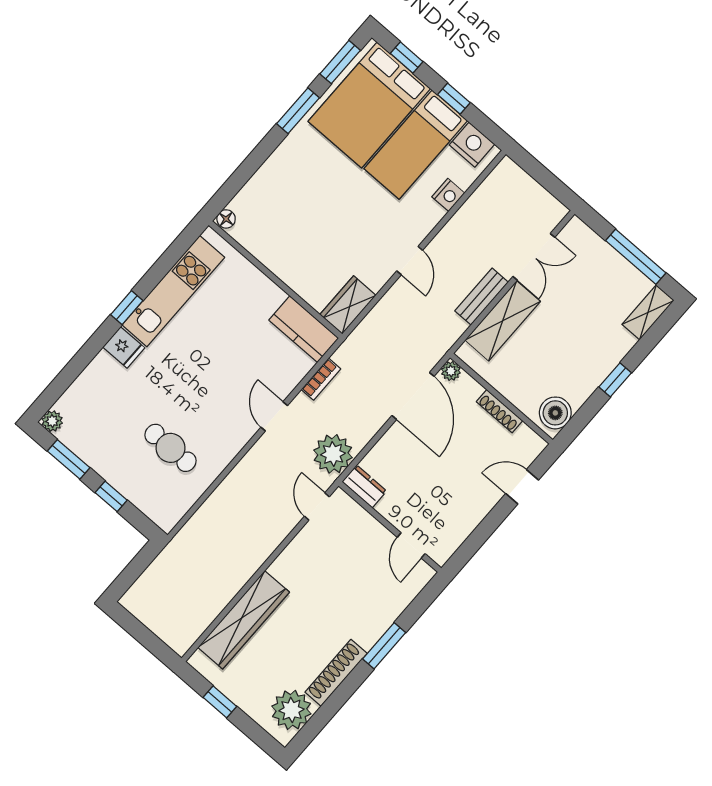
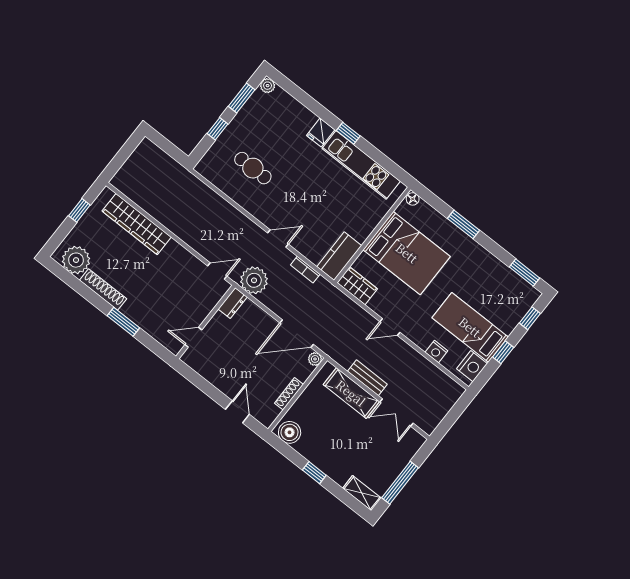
bed: (369, 105) -> (407, 253), moved, turned 180
window: (298, 111) -> (464, 224), moved
cafe table: (171, 448) -> (253, 168), turned 90

